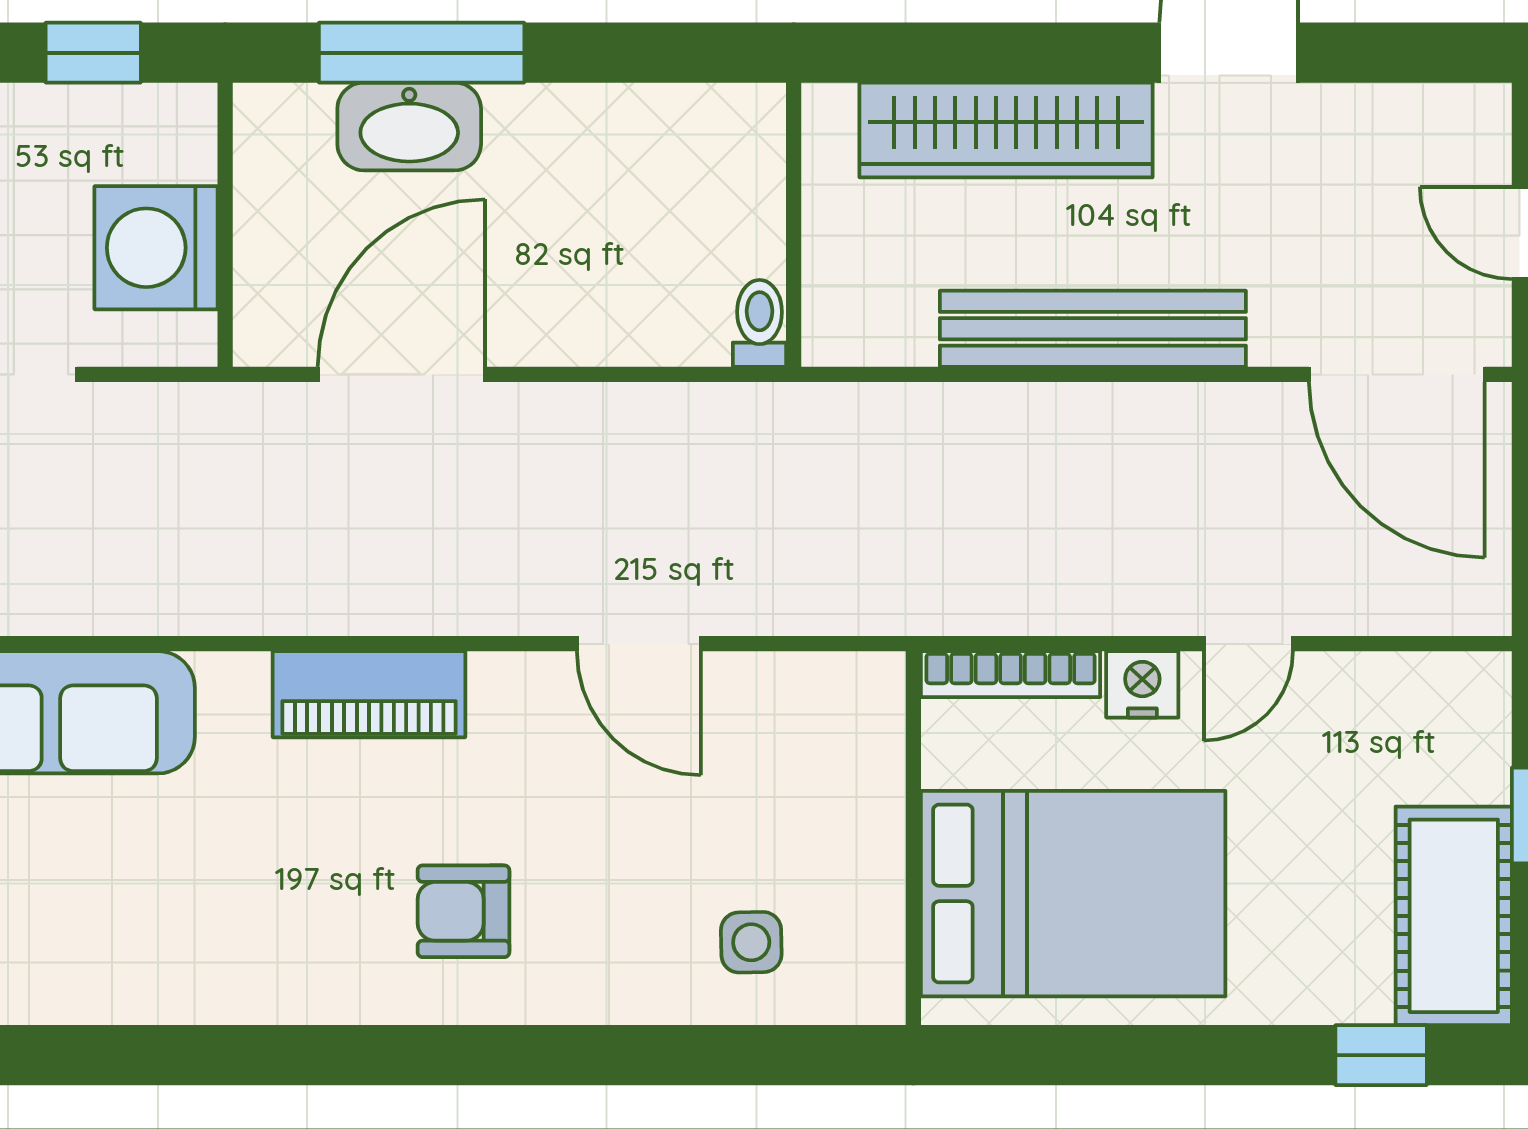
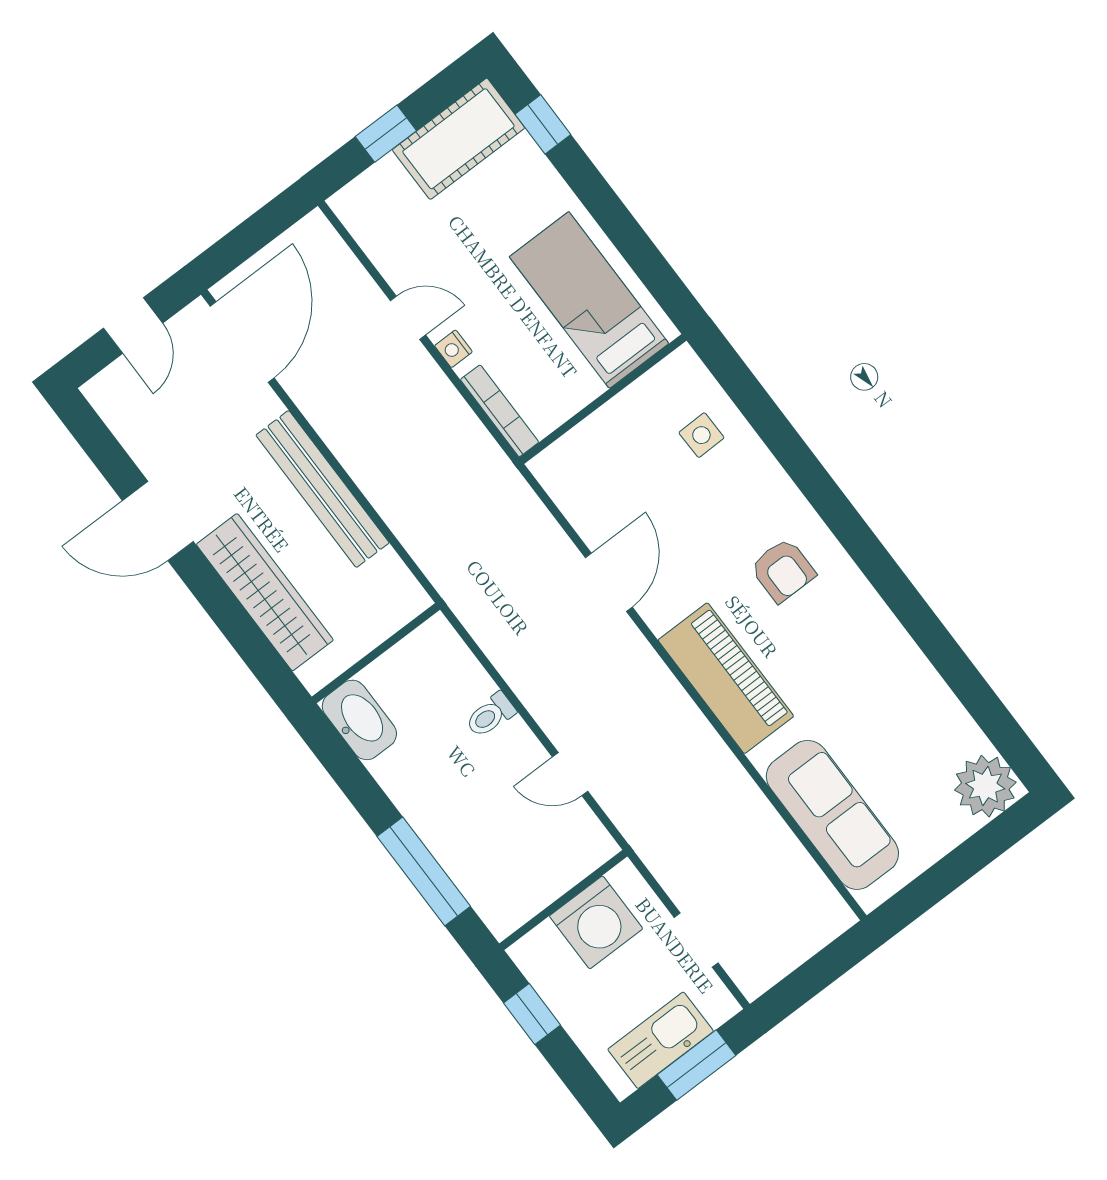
washbasin: (409, 126) -> (359, 720), moved
toilet: (760, 323) -> (490, 715), moved
door: (401, 374) -> (570, 774), width x0.53
nightstand: (1142, 684) -> (453, 349), width x0.72, depth x0.74
piano: (369, 694) -> (726, 678), width x1.37, depth x1.33
bed: (1073, 894) -> (589, 300), width x0.67

